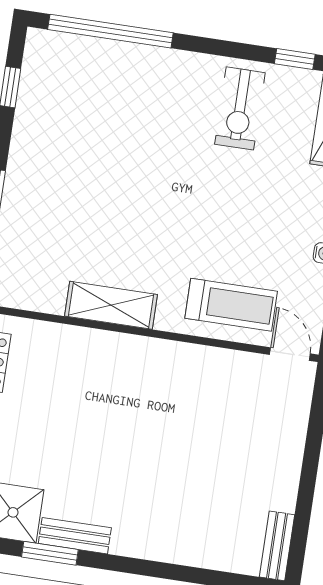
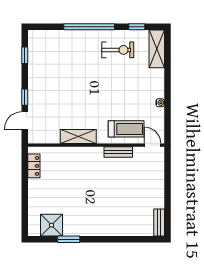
window: (110, 31) -> (89, 27), moved
exercise bike: (240, 108) -> (118, 50), turned -90
bench: (75, 536) -> (118, 152), moved

